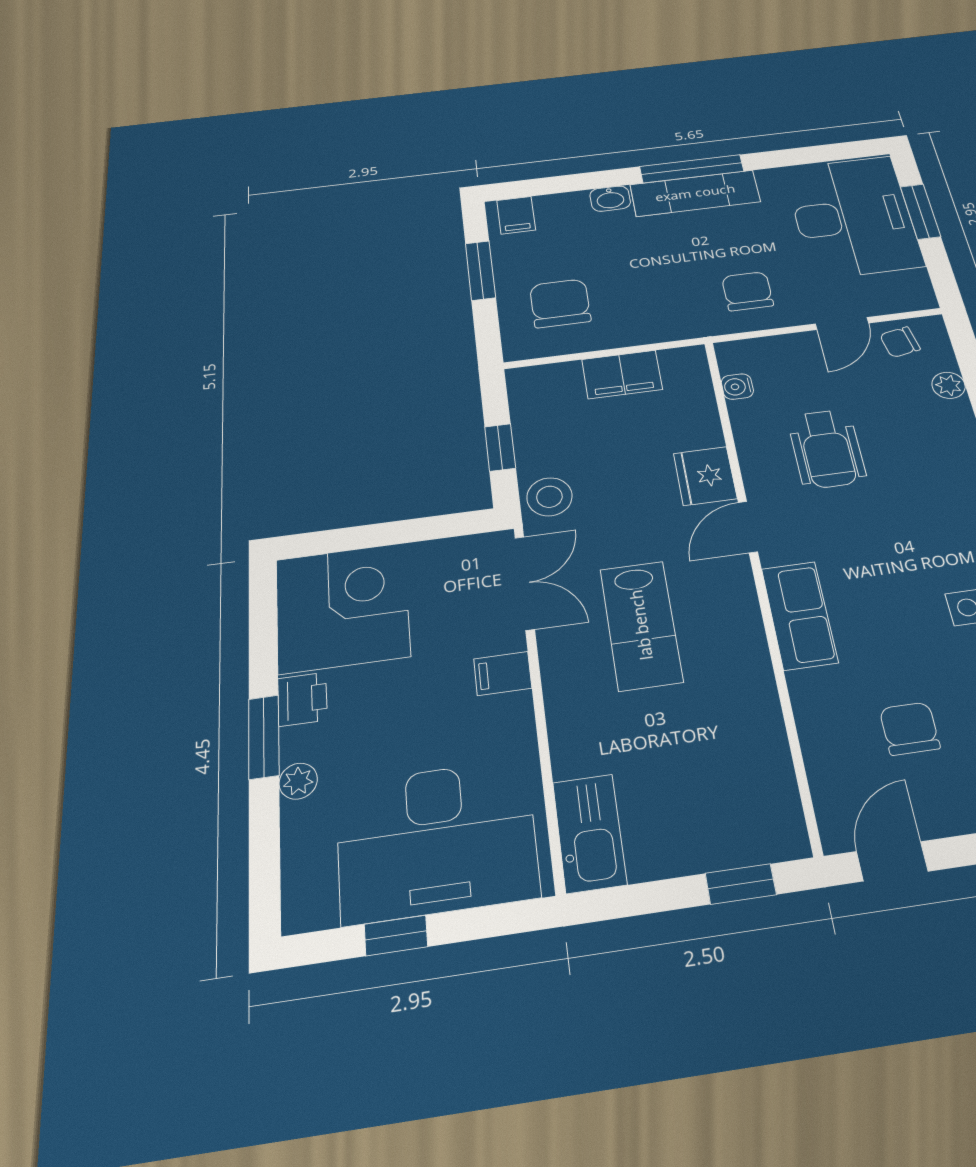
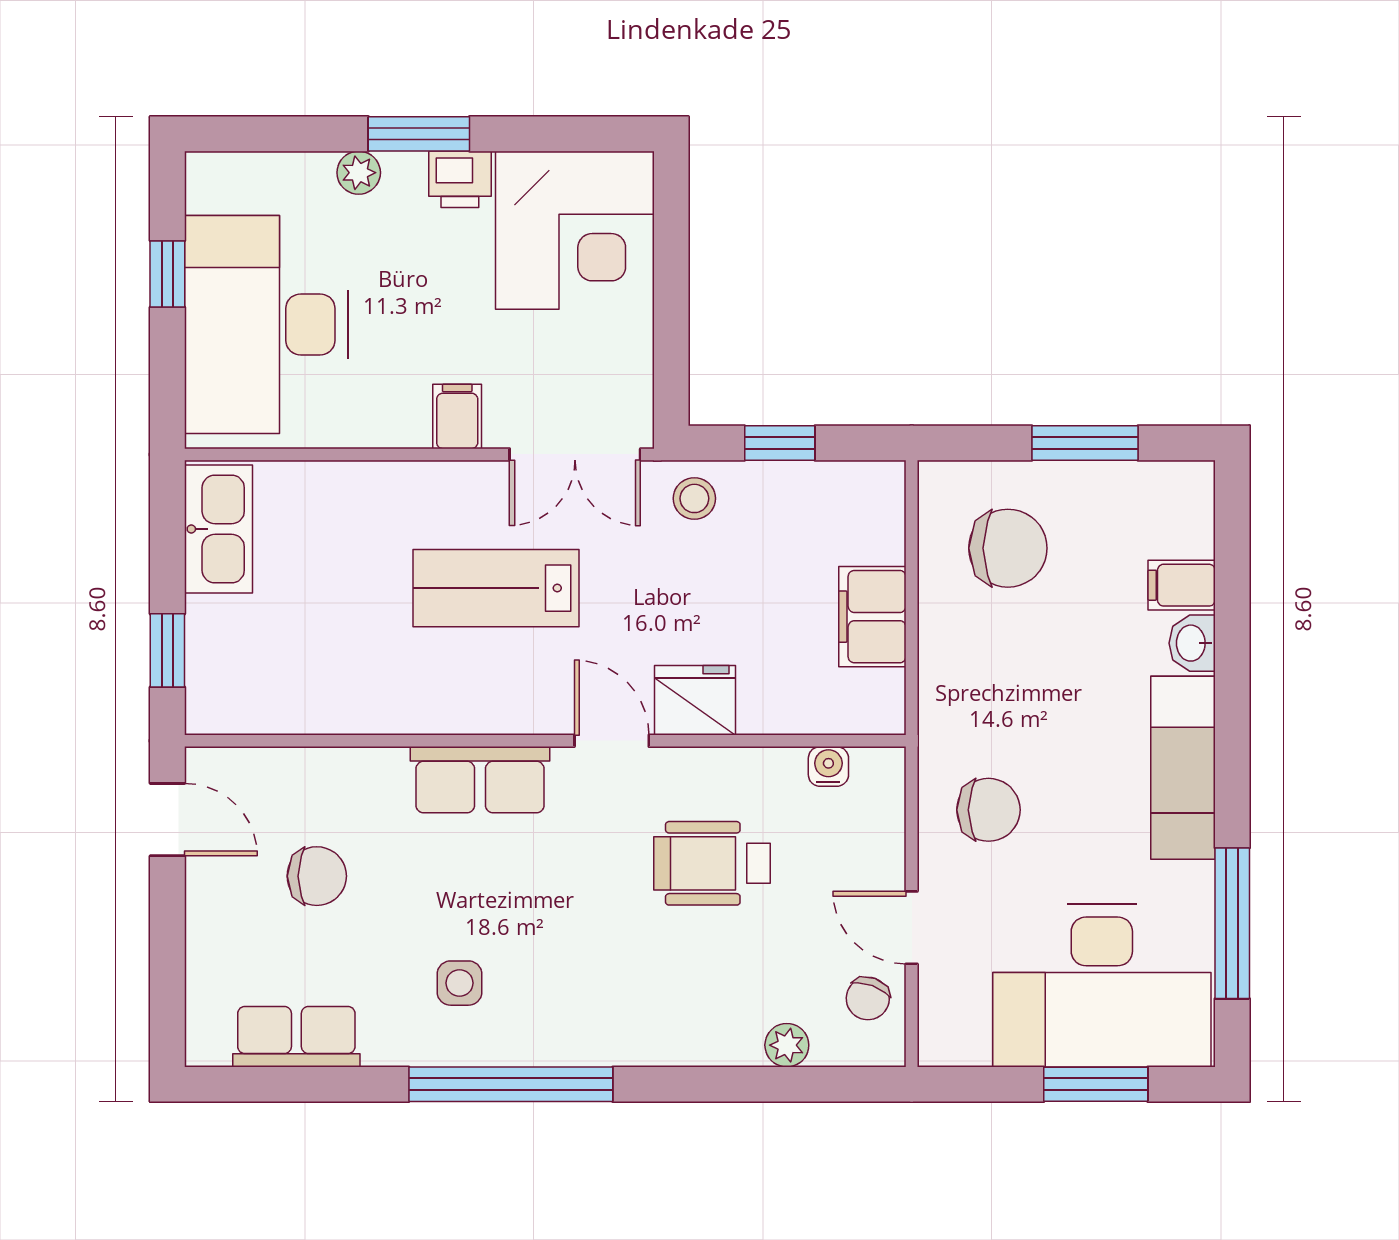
window: (692, 169) -> (1232, 923), moved
filing cabinet: (516, 215) -> (1182, 585), moved
chair: (900, 342) -> (868, 998), turned -149
stool: (549, 497) -> (694, 498), width x0.73, depth x0.73
kitchen sink: (589, 833) -> (218, 529), moved, turned -90

